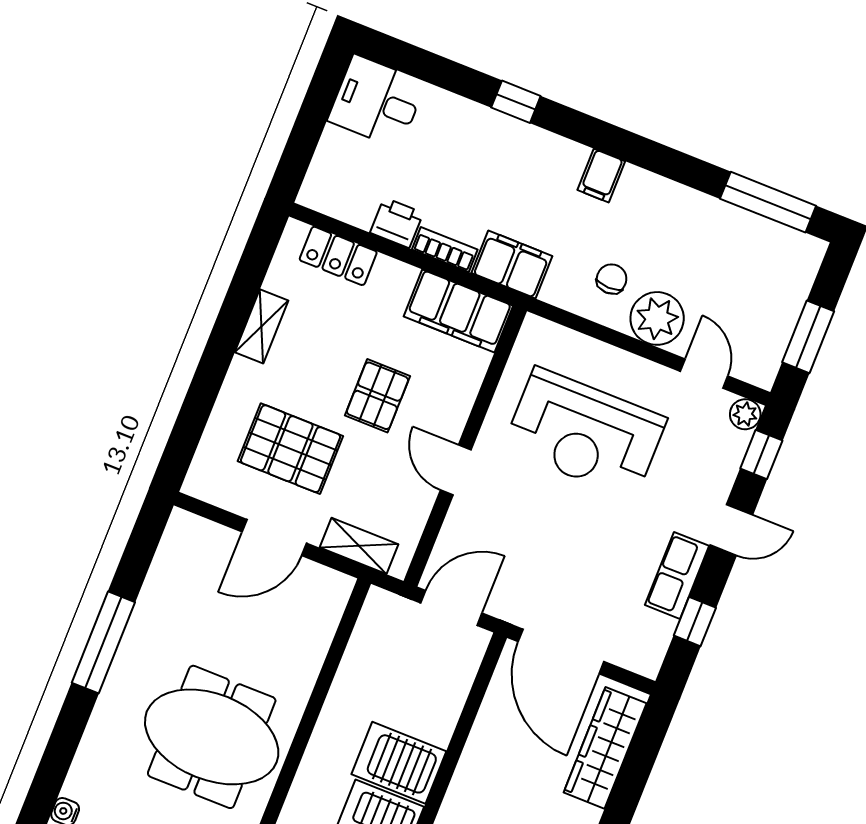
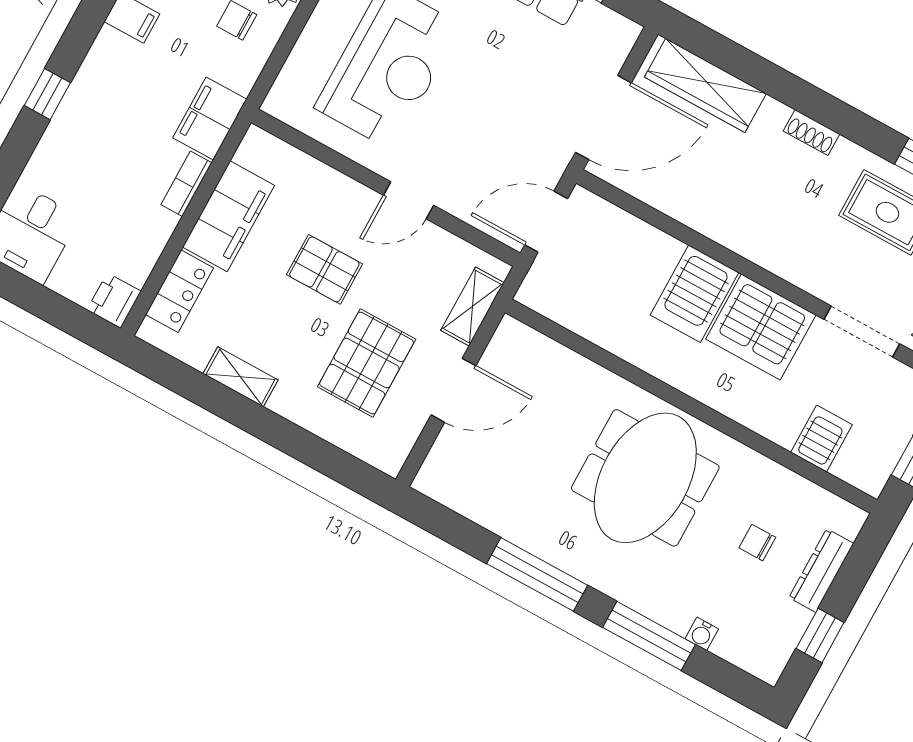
printer: (397, 223) -> (114, 301), moved
filing cabinet: (458, 311) -> (229, 216), moved
door: (274, 537) -> (453, 390), hinge flipped
door: (451, 608) -> (546, 222), hinge flipped
window: (57, 760) -> (649, 636), added

